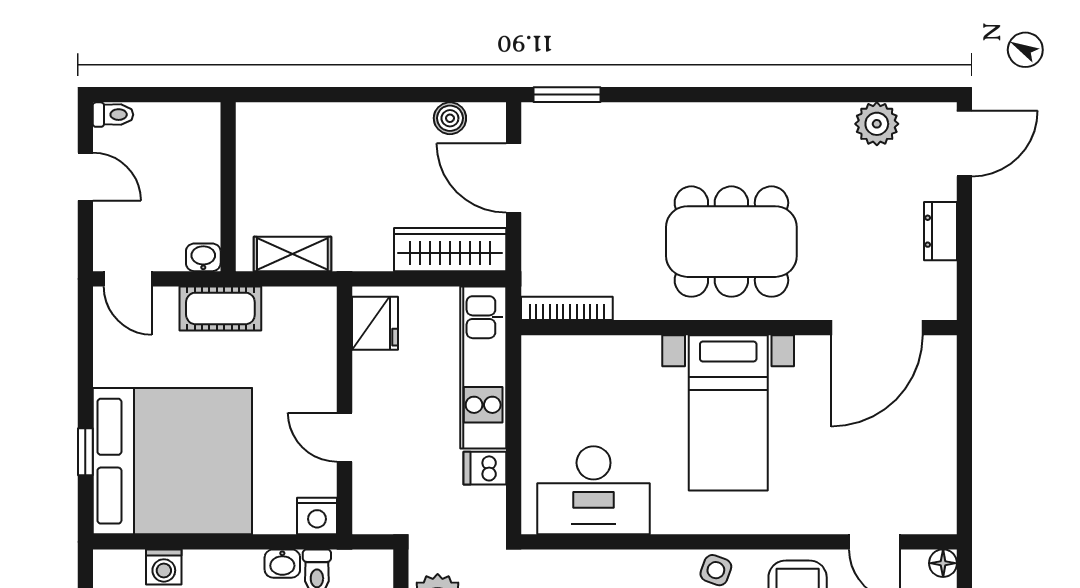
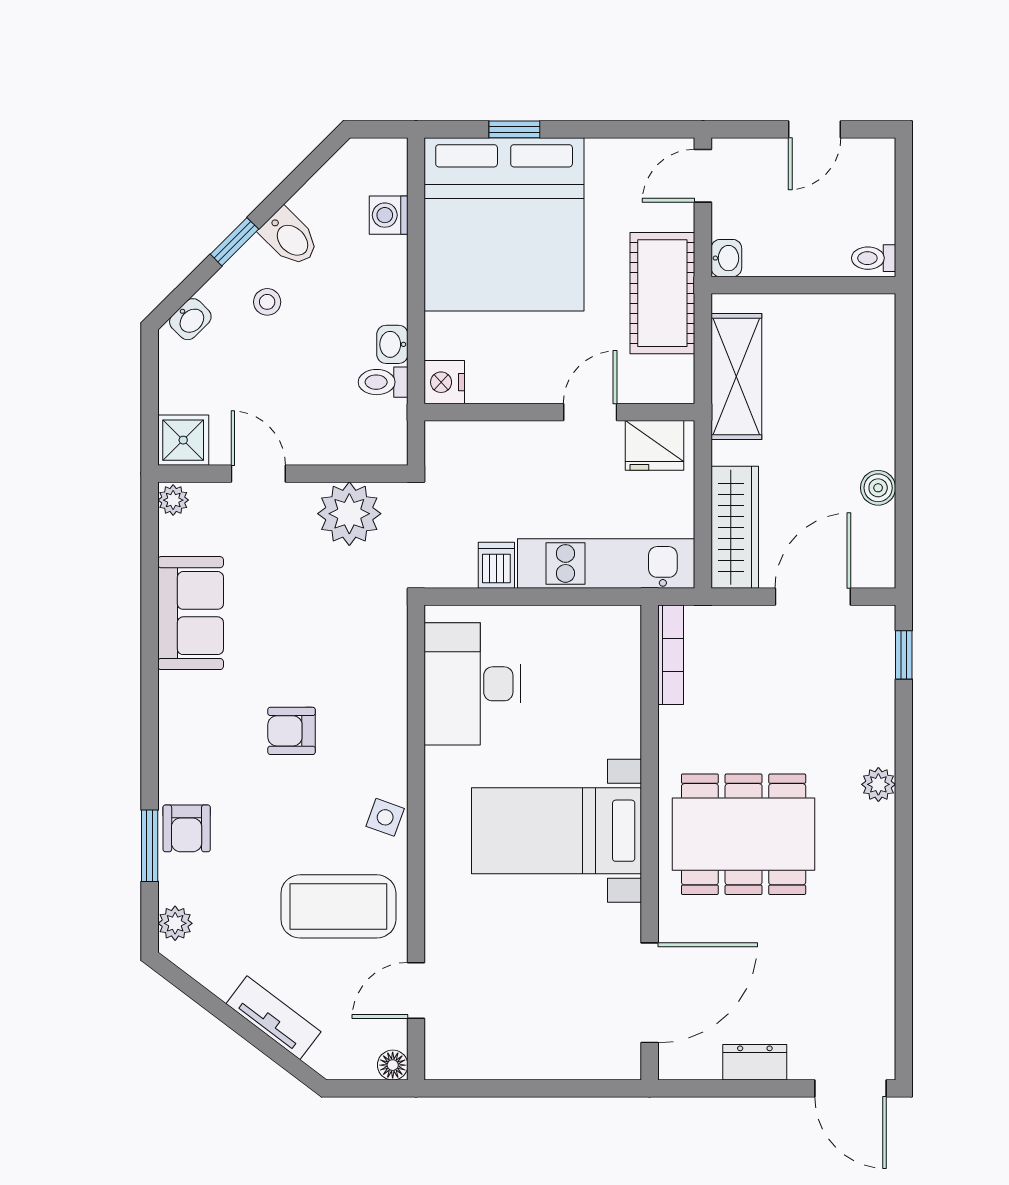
window: (567, 95) -> (904, 655), width x0.67
toilet: (113, 115) -> (874, 258), moved, turned 90
boiler: (450, 118) -> (878, 488), moved
plant: (877, 124) -> (878, 784), moved, width x0.73, depth x0.73
dining table: (731, 242) -> (744, 834), turned 90
shelving: (292, 254) -> (736, 376), width x1.50, depth x1.33
cot: (220, 308) -> (662, 293), width x1.37, depth x1.34
door: (877, 328) -> (650, 993), swing flipped
door: (345, 437) -> (590, 412), moved

